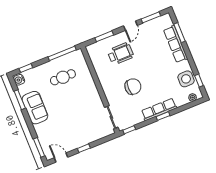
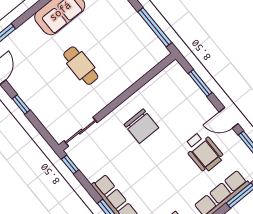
wheelchair: (121, 54) -> (204, 152), moved
cafe table: (63, 77) -> (81, 66), moved
chair: (133, 87) -> (141, 126), moved

